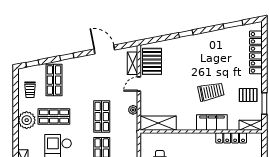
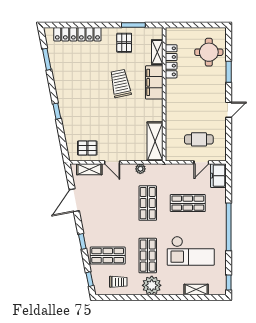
pallet: (152, 61) -> (87, 148), width x0.67, depth x0.71
shop shelf: (102, 117) -> (148, 203), turned 90
shelving: (251, 125) -> (157, 52), moved

